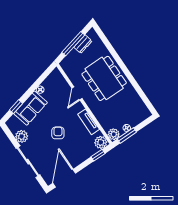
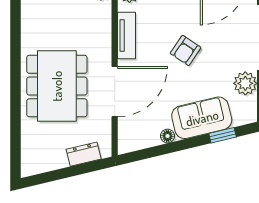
window: (73, 44) -> (68, 172), removed
dresser: (83, 44) -> (84, 154), moved
door: (77, 93) -> (115, 92), width x1.87

